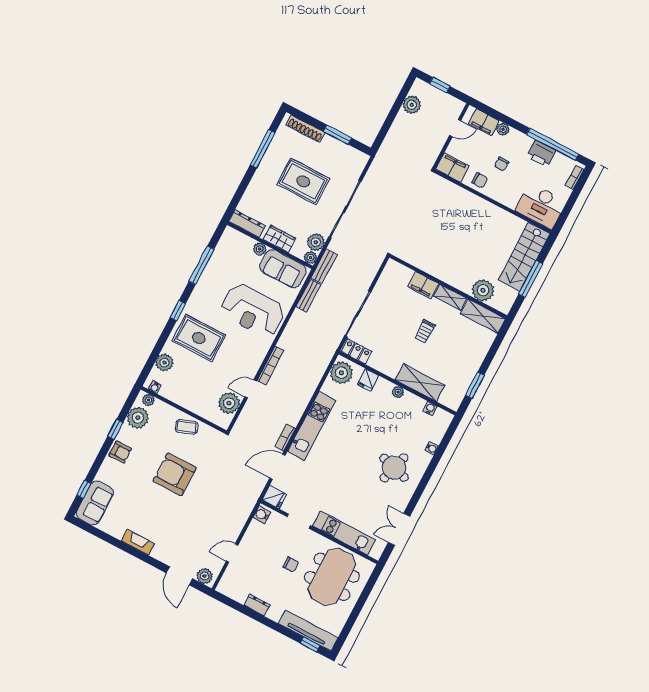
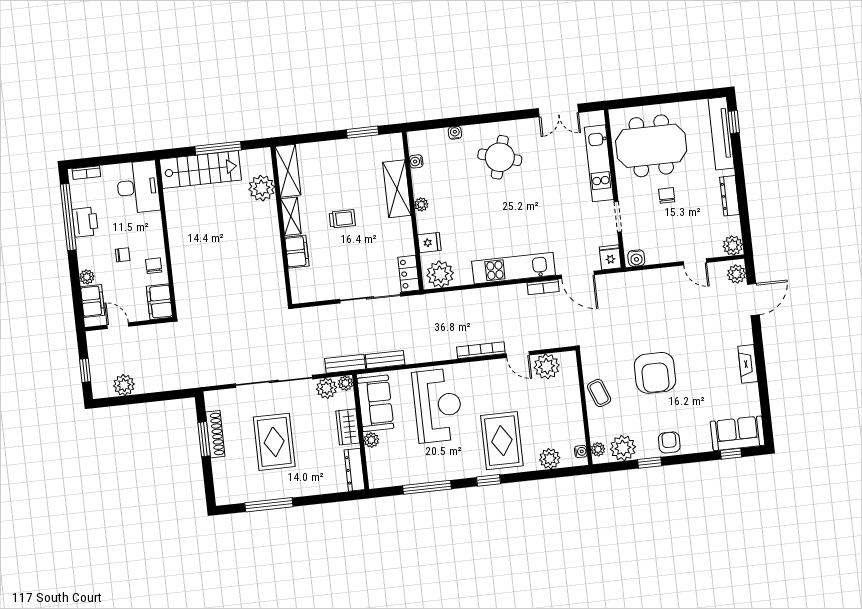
shoe rack: (305, 129) -> (215, 434), moved
plant: (226, 587) -> (733, 246), added
dresser: (257, 605) -> (730, 196), width x1.44

